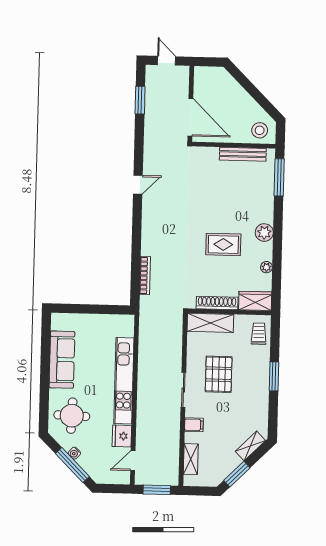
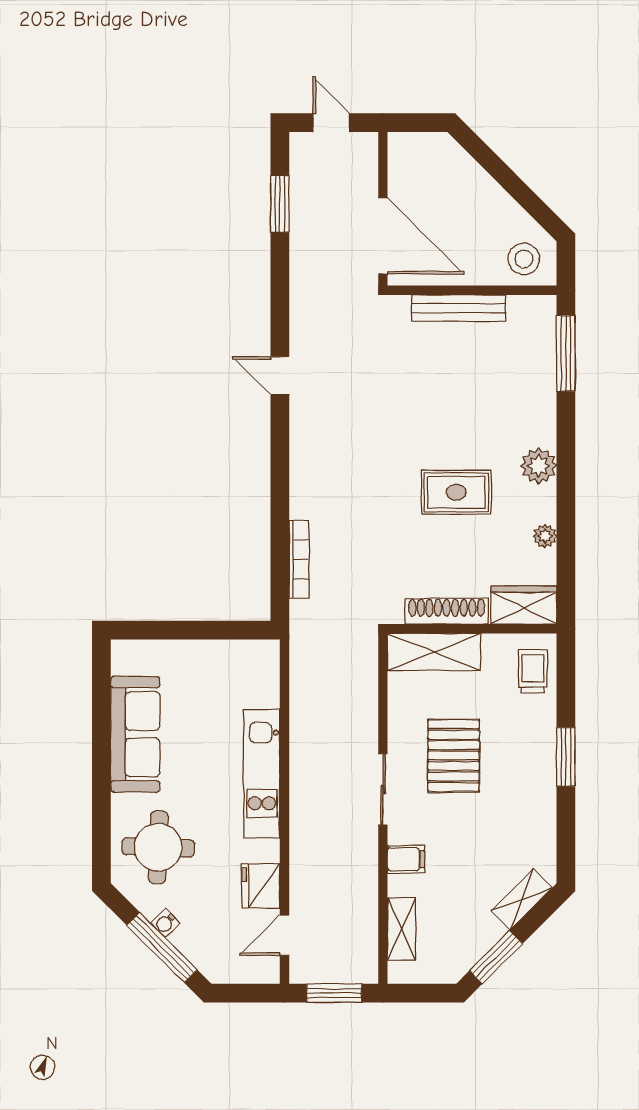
bench: (243, 154) -> (459, 308), moved
door: (138, 185) -> (280, 376), swing flipped
kitchen unit: (124, 381) -> (262, 774), width x0.73

